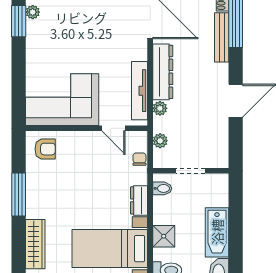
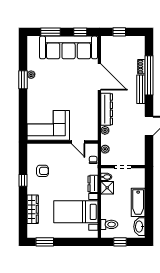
tv unit: (140, 91) -> (93, 120), removed
armchair: (45, 149) -> (42, 171), moved
window: (19, 195) -> (23, 180), width x0.46
shower: (164, 236) -> (107, 188), moved

